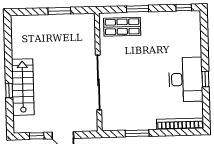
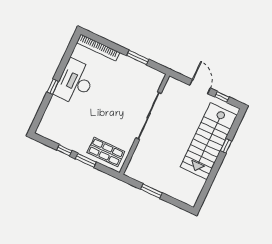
window: (184, 8) -> (64, 150), moved
window: (205, 79) -> (53, 87), moved
stairs: (23, 87) -> (209, 141), width x1.36, depth x1.51

